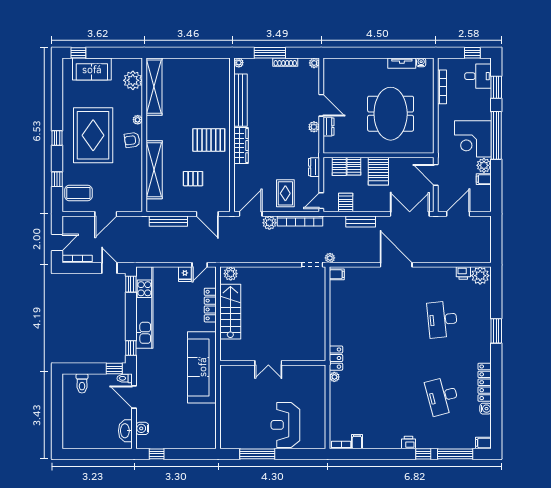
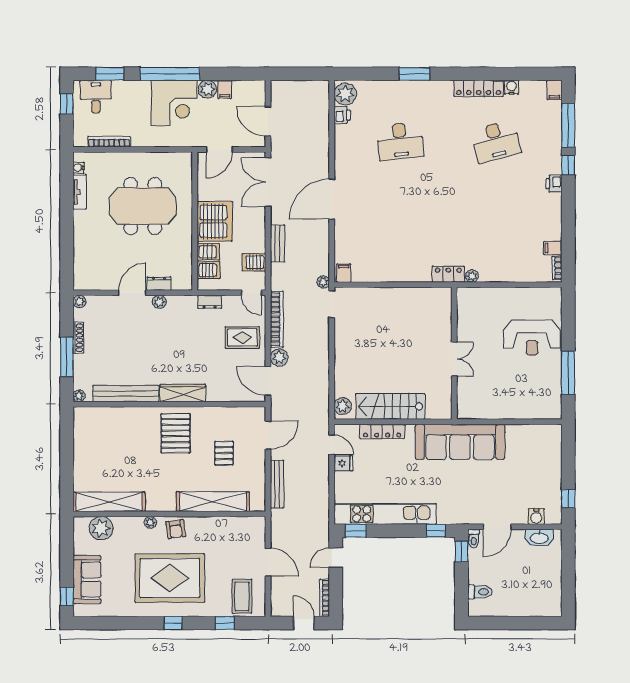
server rack: (378, 171) -> (215, 221), width x1.60

